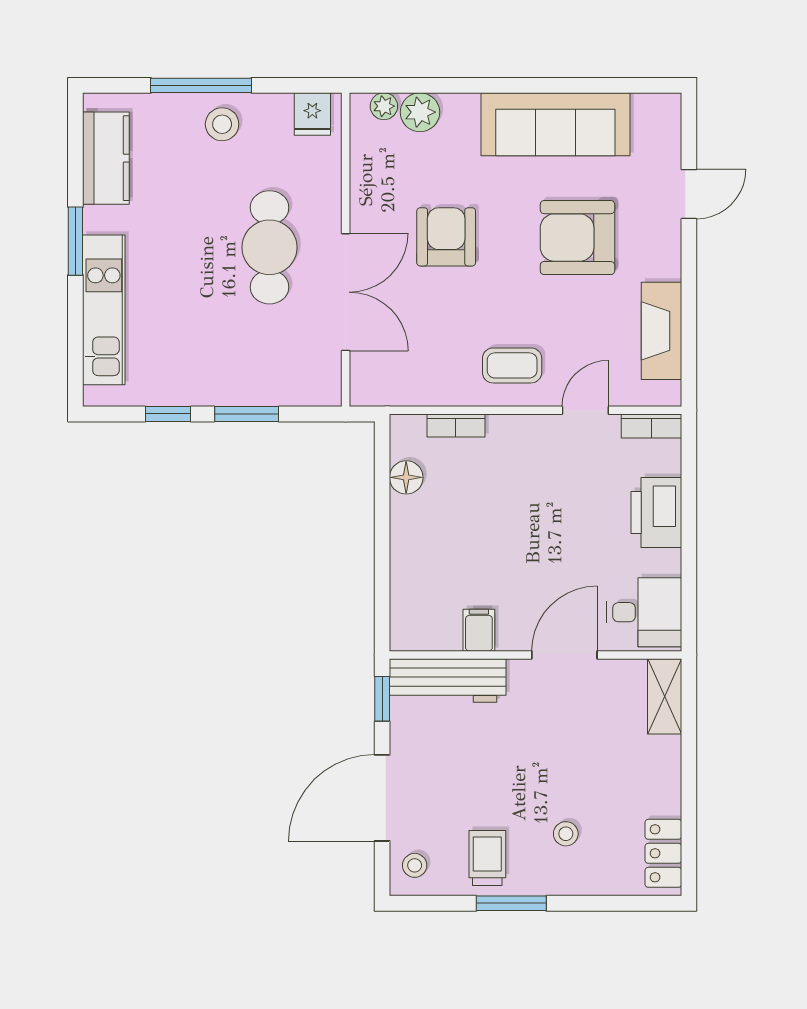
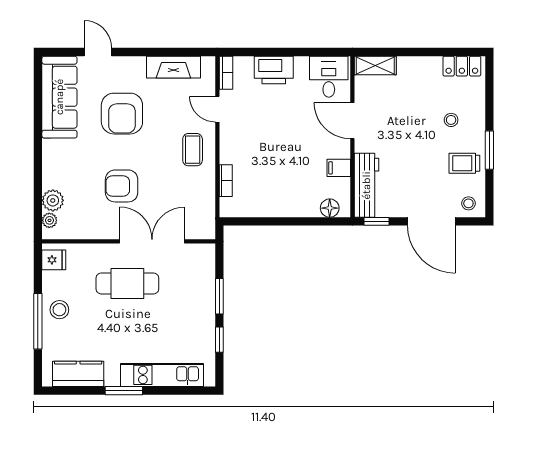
sofa: (555, 124) -> (59, 97), moved
floor lamp: (406, 477) -> (330, 208), moved

